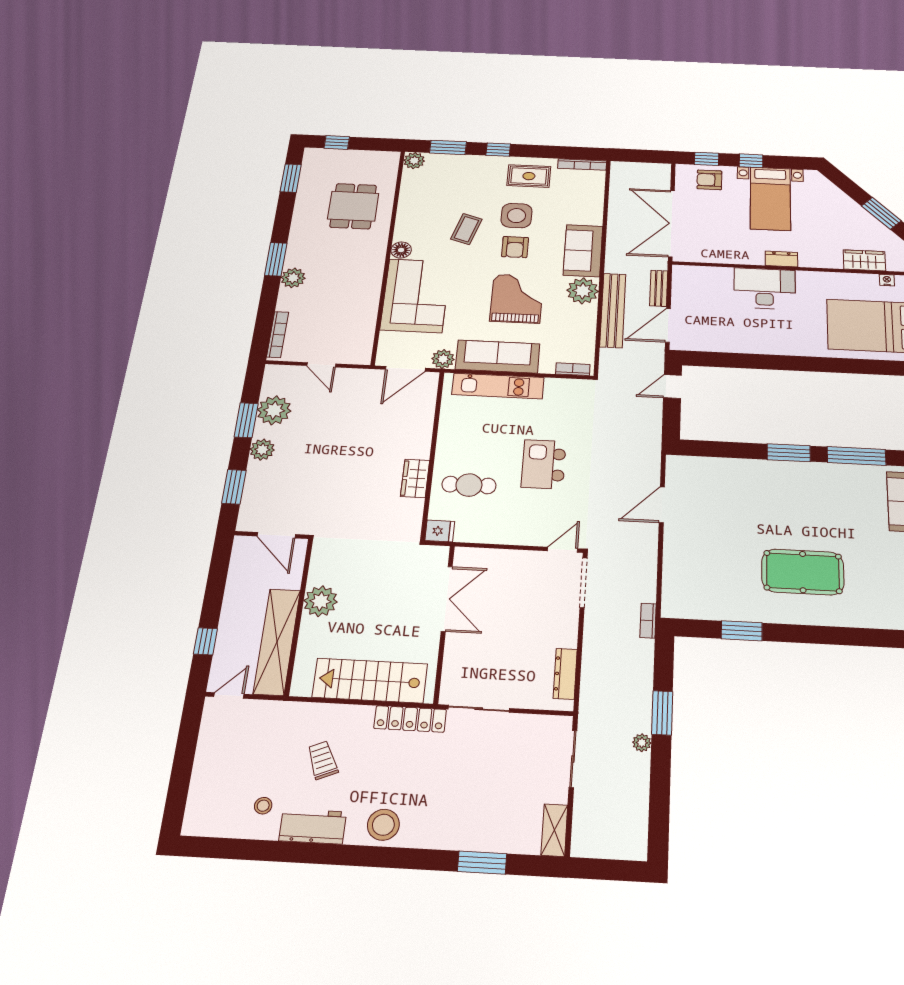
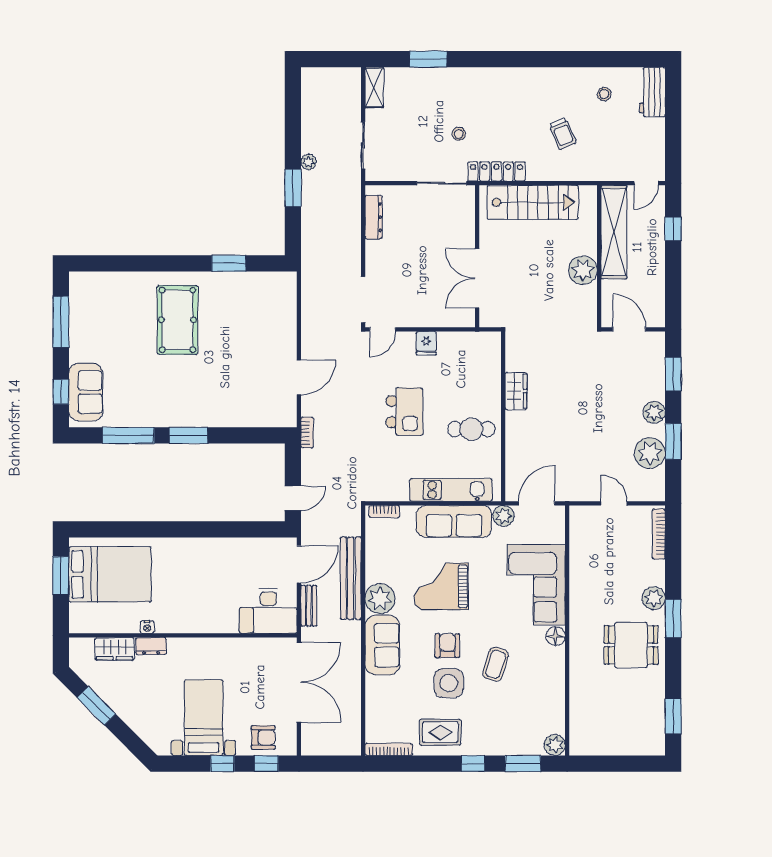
window: (337, 142) -> (634, 764), removed
dining table: (353, 206) -> (631, 645), moved, turned 90
dresser: (781, 259) -> (151, 646), moved
nightstand: (887, 280) -> (147, 627), moved
desk: (765, 289) -> (268, 611), moved
grand piano: (517, 299) -> (441, 586), turned 90
cafe table: (469, 485) -> (471, 429), moved
fridge: (440, 531) -> (426, 343), moved, turned -90
pool table: (803, 572) -> (177, 320), turned 90
bookcase: (648, 621) -> (307, 433), moved
stool: (383, 825) -> (459, 134), moved, width x0.53, depth x0.53
workbench: (313, 826) -> (652, 92), moved, turned 90

